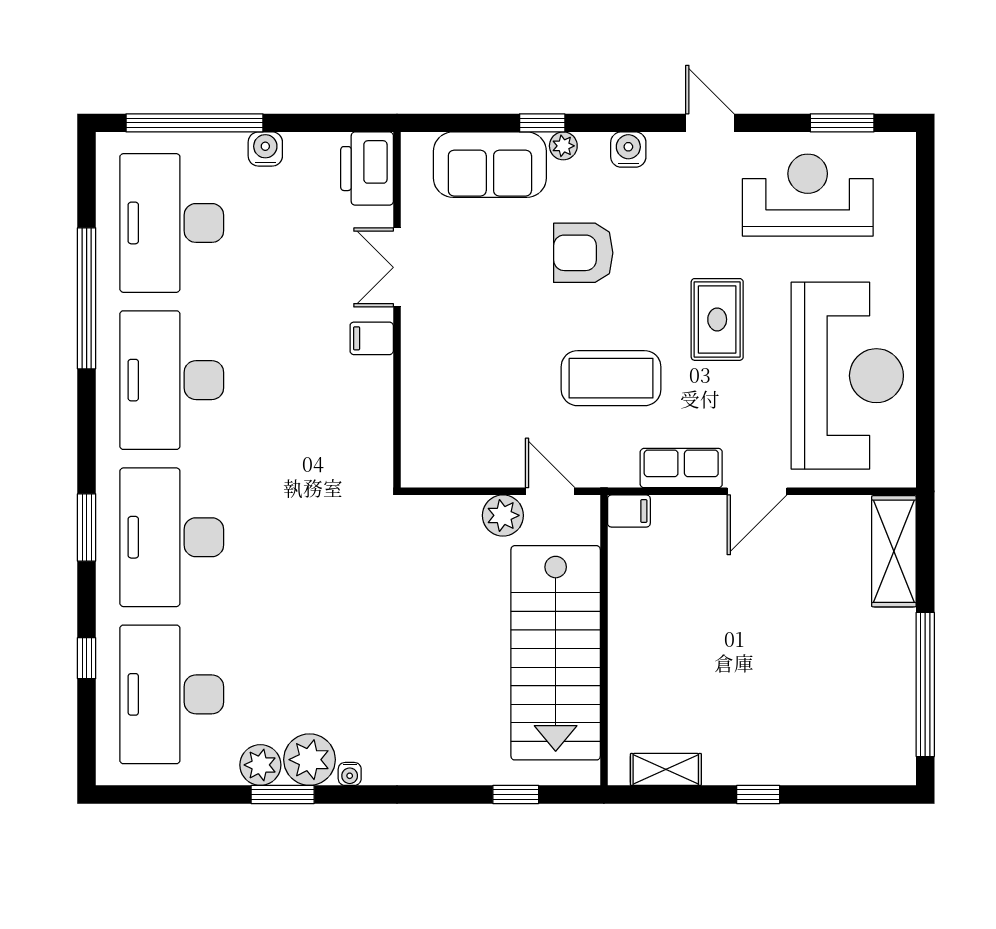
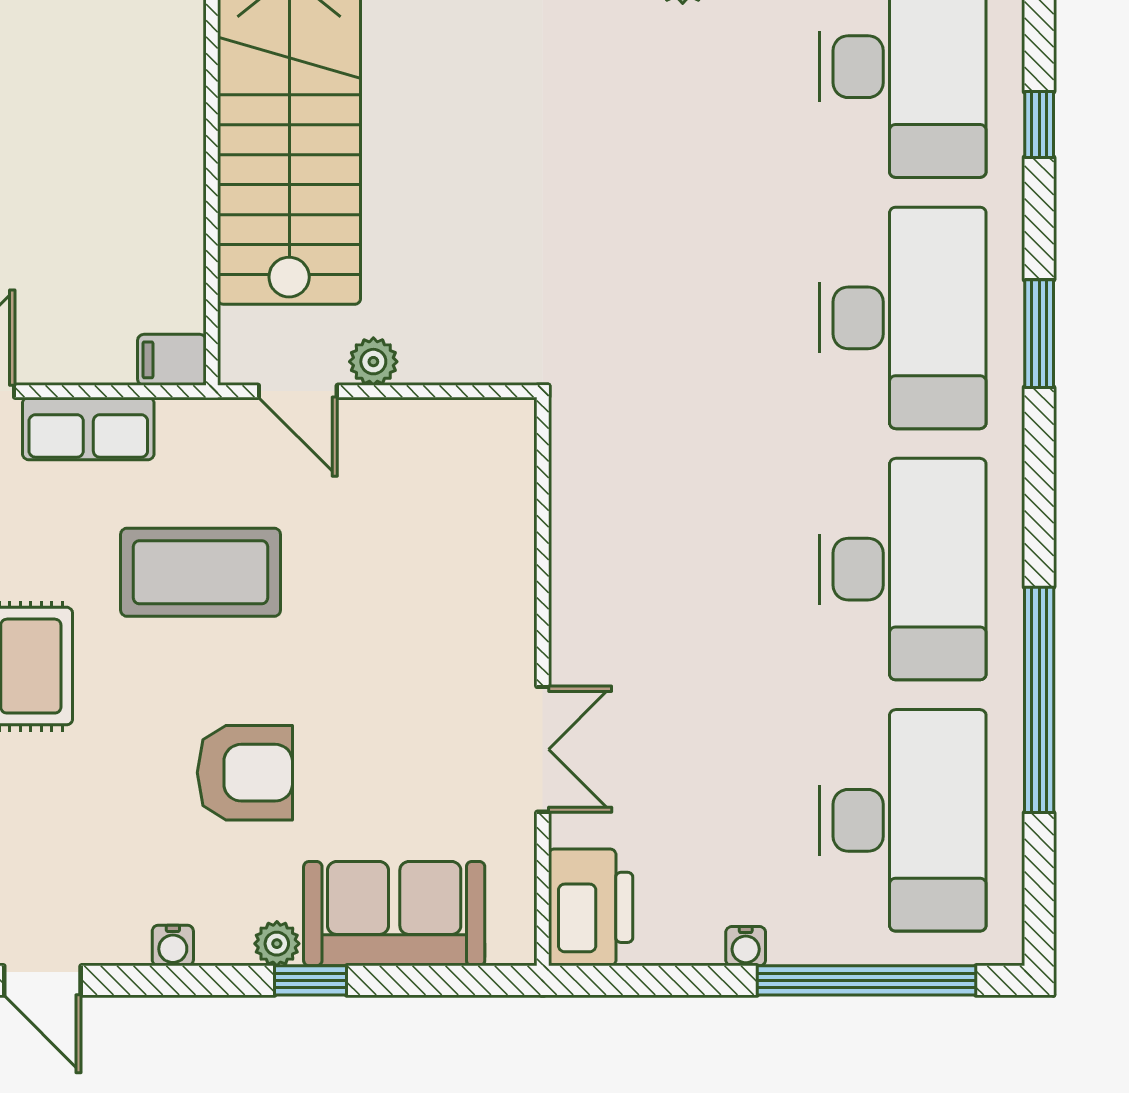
water cooler: (265, 149) -> (746, 946), width x0.72, depth x0.72
water cooler: (628, 150) -> (173, 946), width x0.72, depth x0.72
filing cabinet: (372, 338) -> (583, 636), removed
plant: (503, 515) -> (373, 362), width x0.73, depth x0.73

